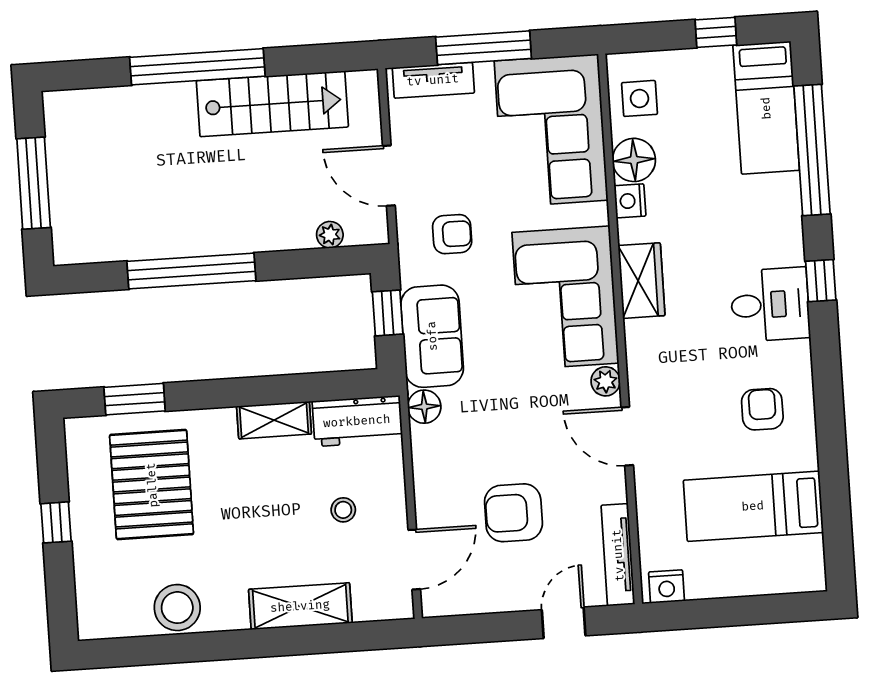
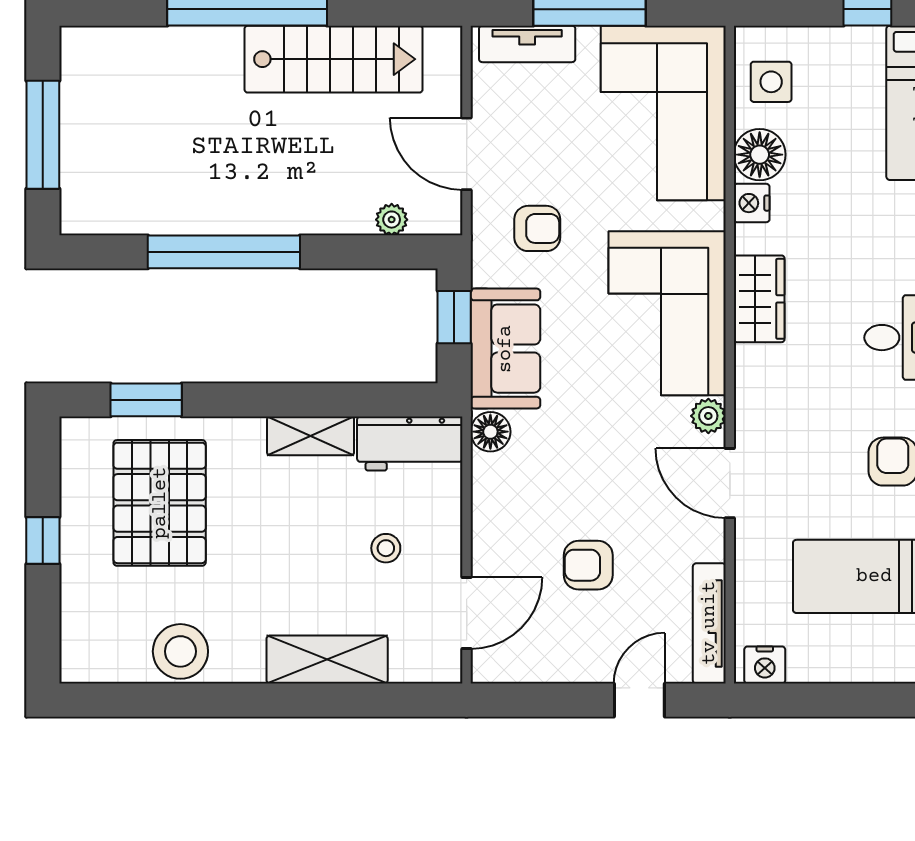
armchair: (513, 513) -> (588, 565), width x0.72, depth x0.72

